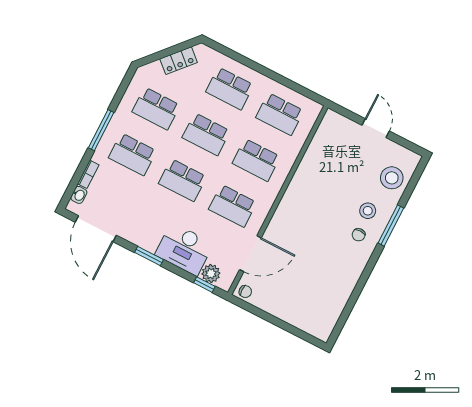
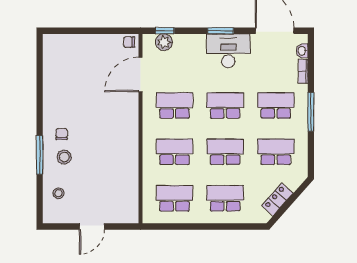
door: (376, 128) -> (92, 227), hinge flipped
stool: (392, 178) -> (58, 193), width x0.53, depth x0.53
desk: (184, 249) -> (228, 51), moved

